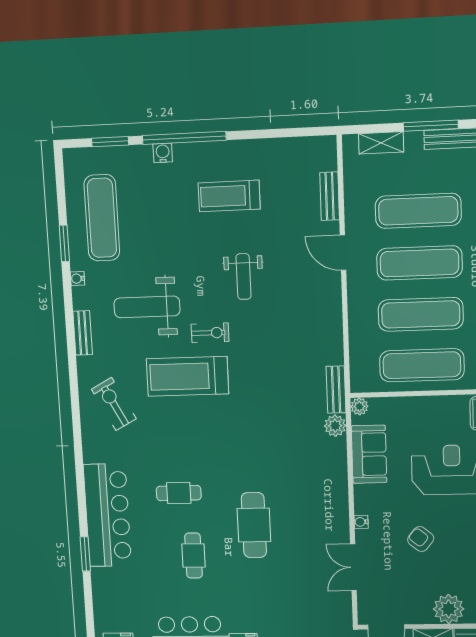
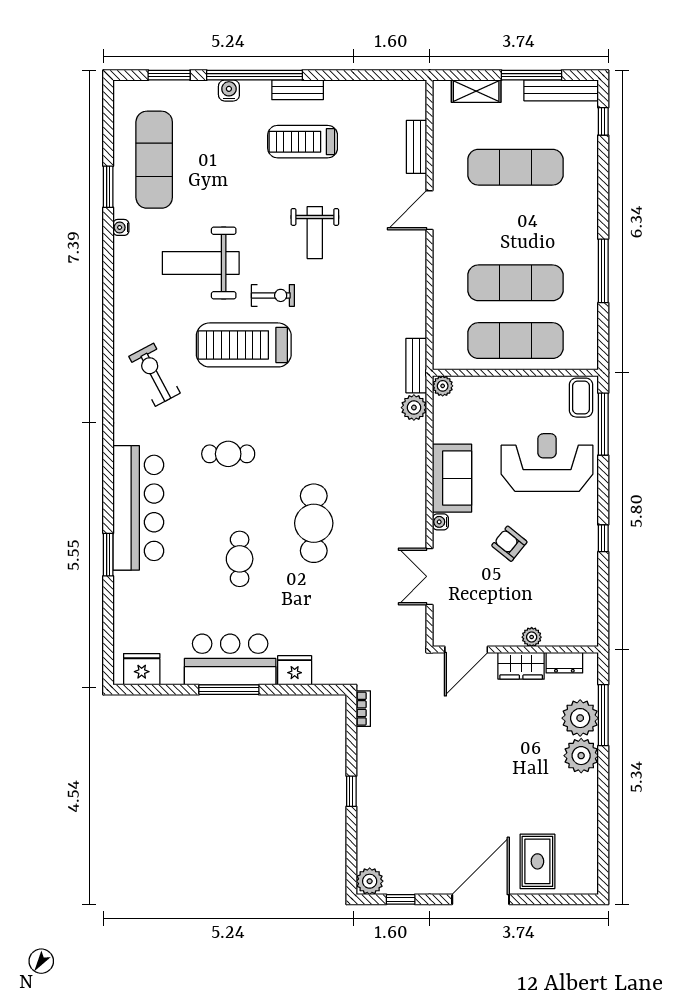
door: (343, 253) -> (430, 210), hinge flipped
exercise mat: (419, 263) -> (515, 225), removed
bench: (83, 333) -> (298, 90), moved, turned 90
sofa: (369, 454) -> (452, 478), moved
cafe table: (179, 493) -> (228, 454), moved
plant: (449, 609) -> (532, 637), width x0.53, depth x0.53

